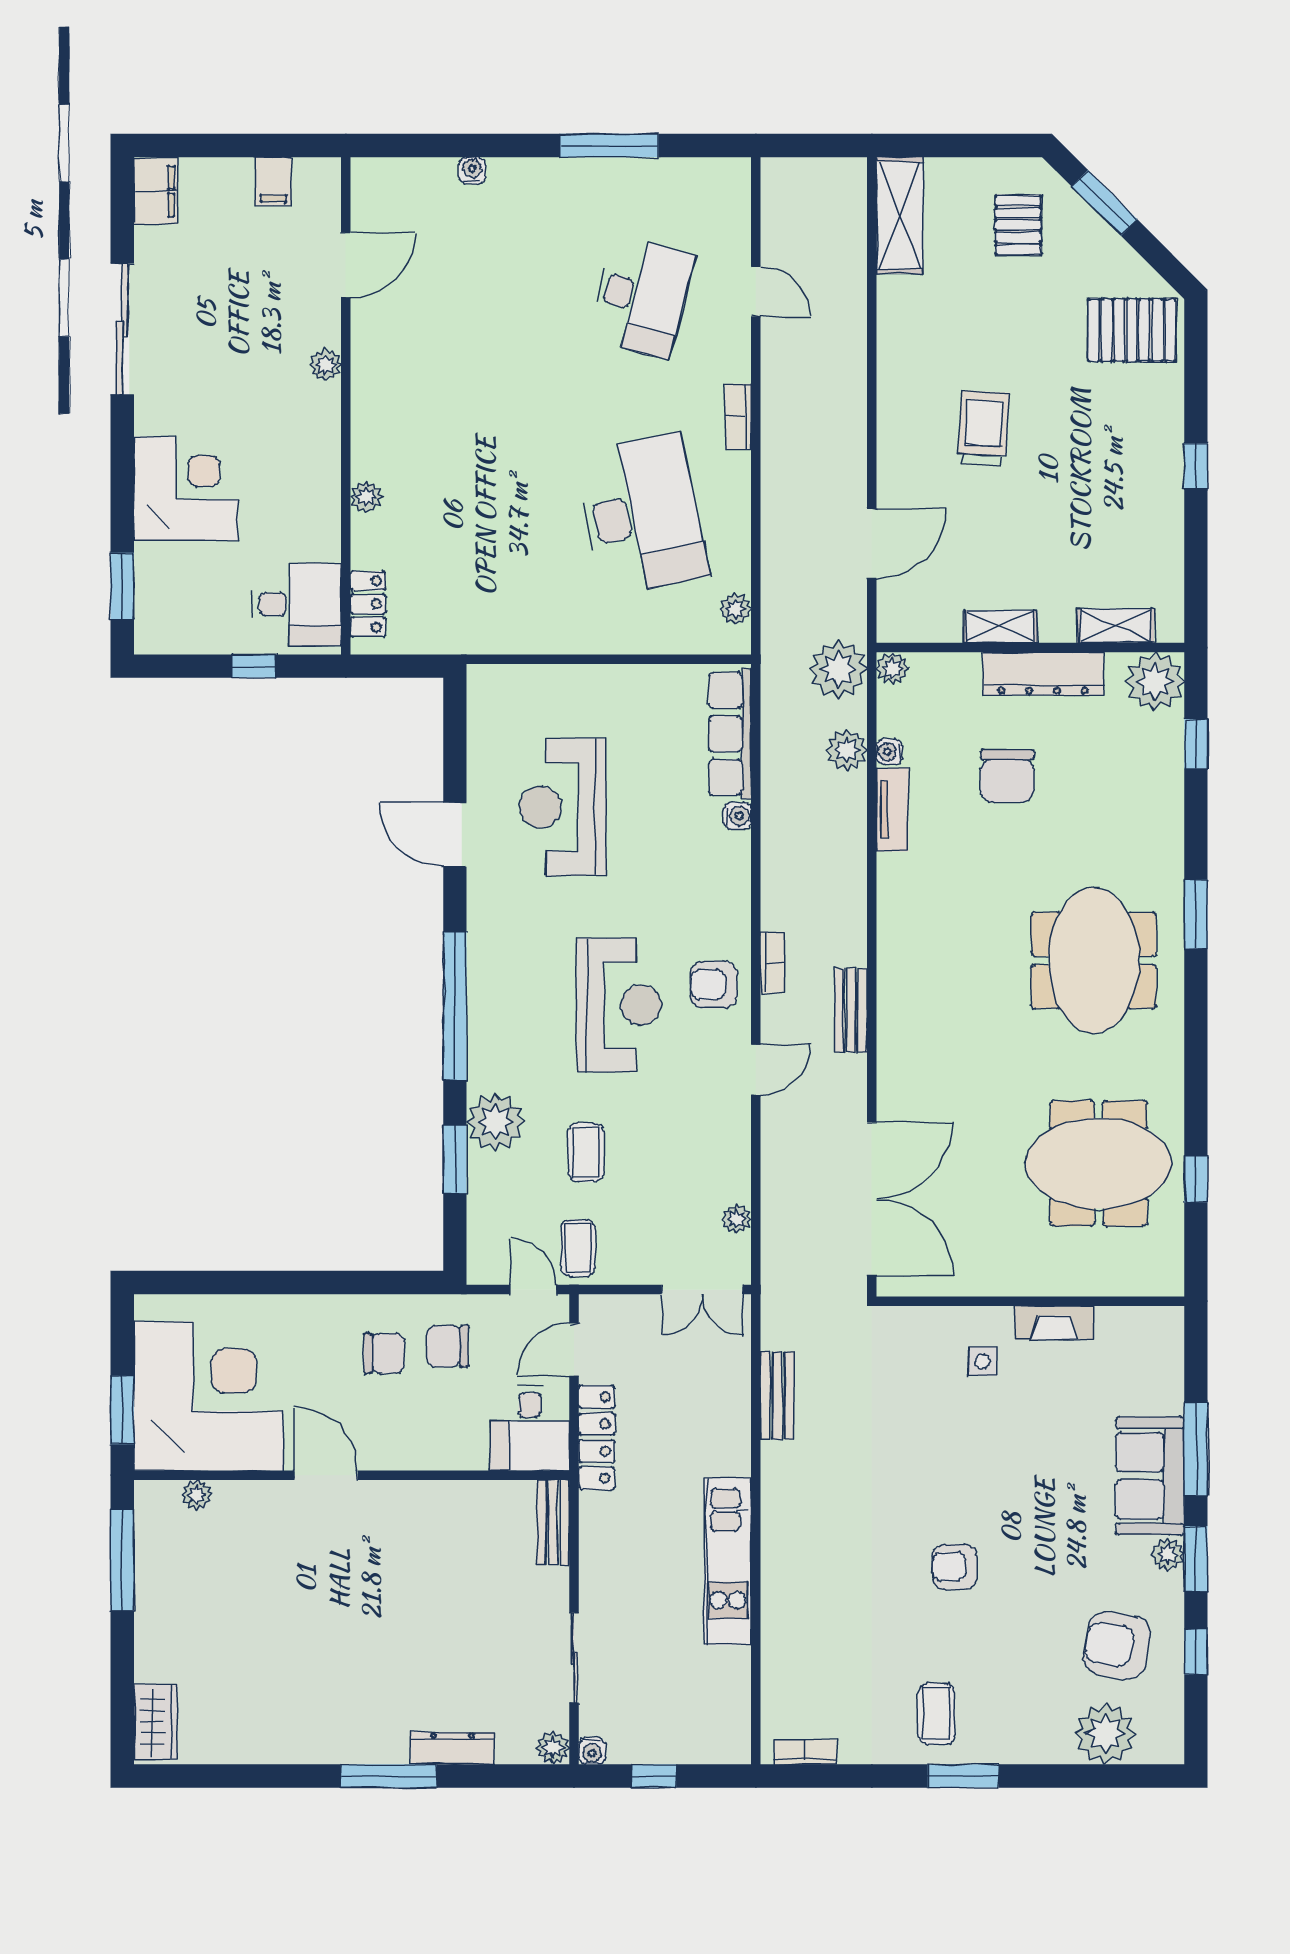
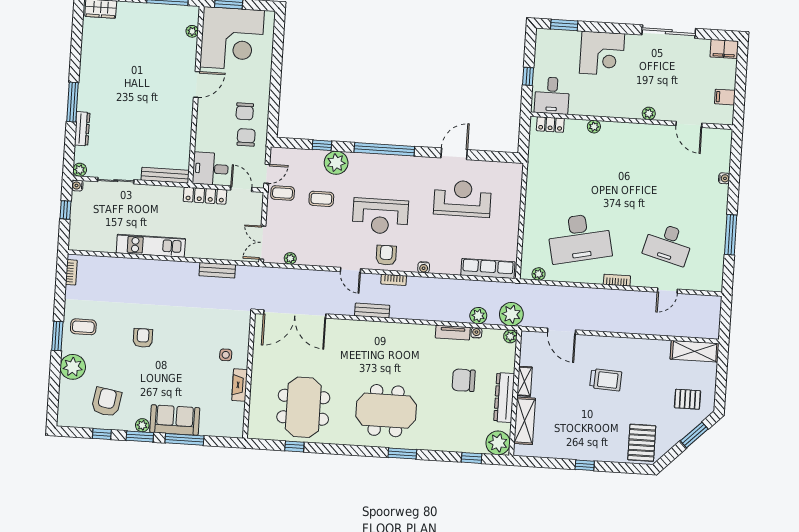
shelving: (1116, 626) -> (525, 421), width x1.50, depth x1.33
water cooler: (737, 816) -> (424, 267), moved
window: (455, 1159) -> (322, 145), width x0.67
bench: (553, 1522) -> (165, 175), width x1.36
plant: (1105, 1734) -> (73, 367), moved

